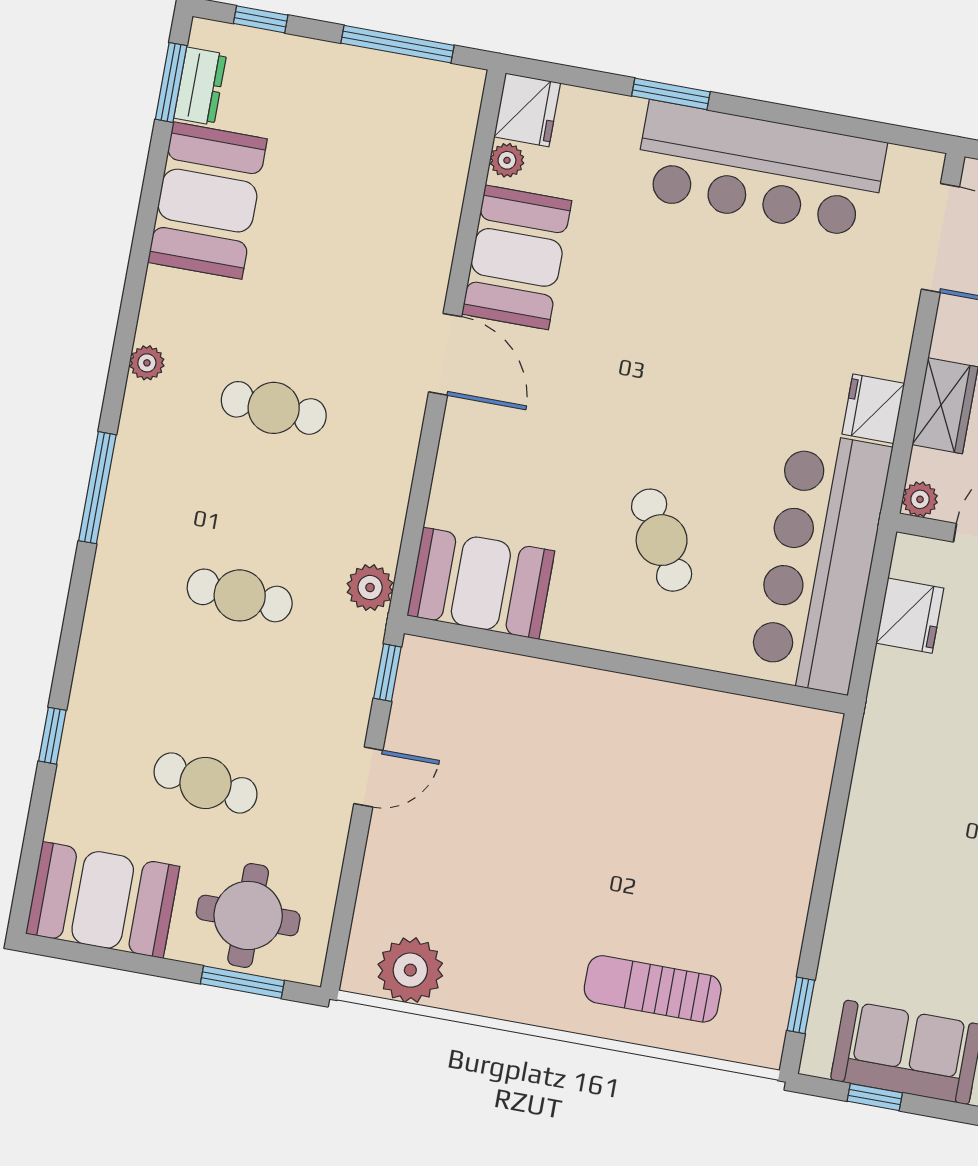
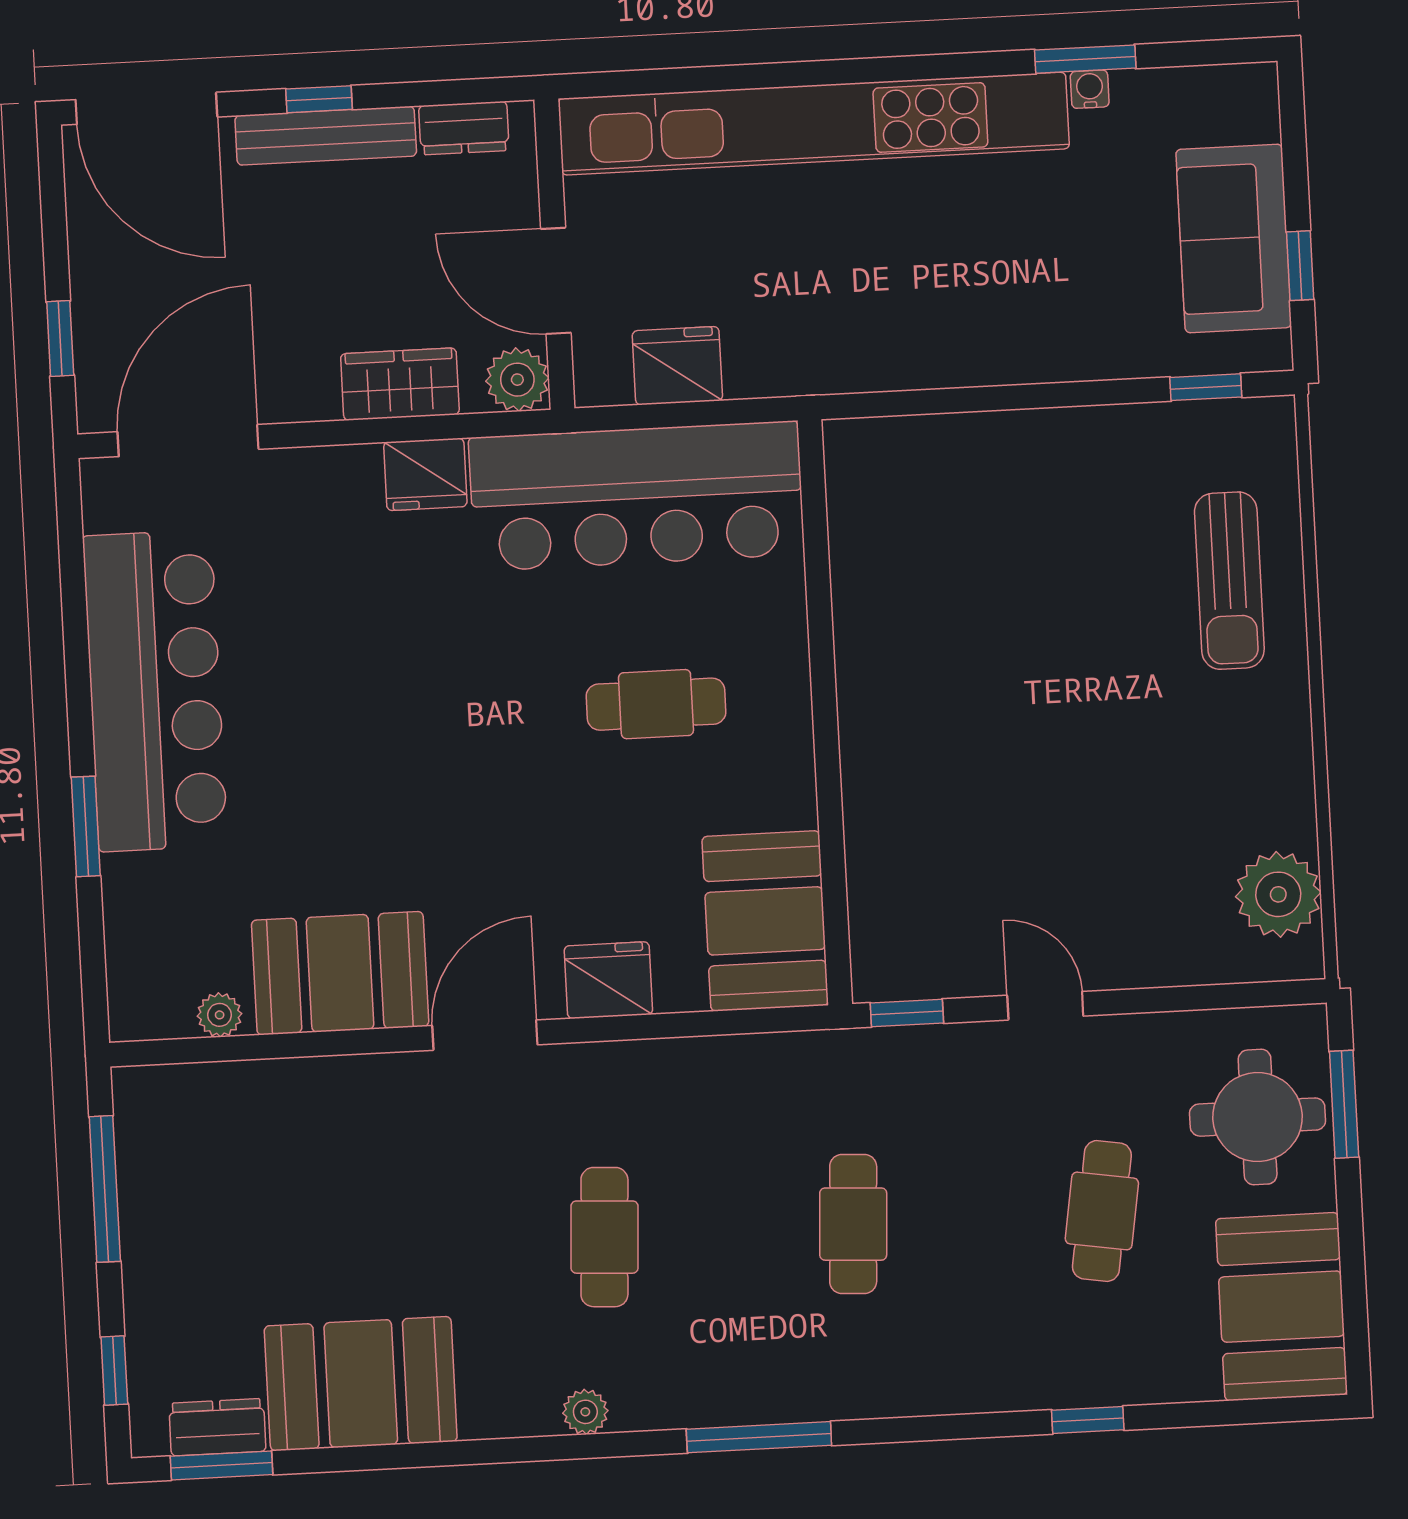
fridge: (527, 110) -> (608, 980), moved
plant: (920, 499) -> (517, 380), width x1.38, depth x1.38
cafe table: (662, 540) -> (656, 704), turned 30
plant: (370, 587) -> (804, 1061), removed

